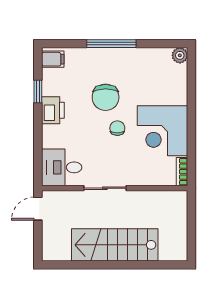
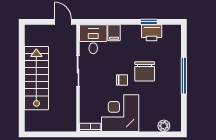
plant: (180, 55) -> (164, 126), moved
filing cabinet: (53, 59) -> (114, 33), moved
chair: (106, 97) -> (145, 71), turned -90
printer: (53, 110) -> (152, 33), moved

